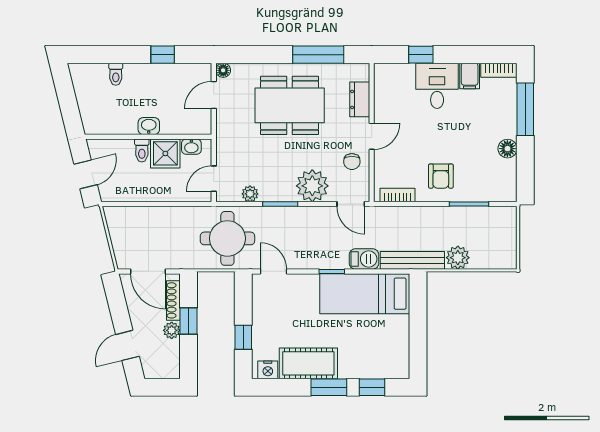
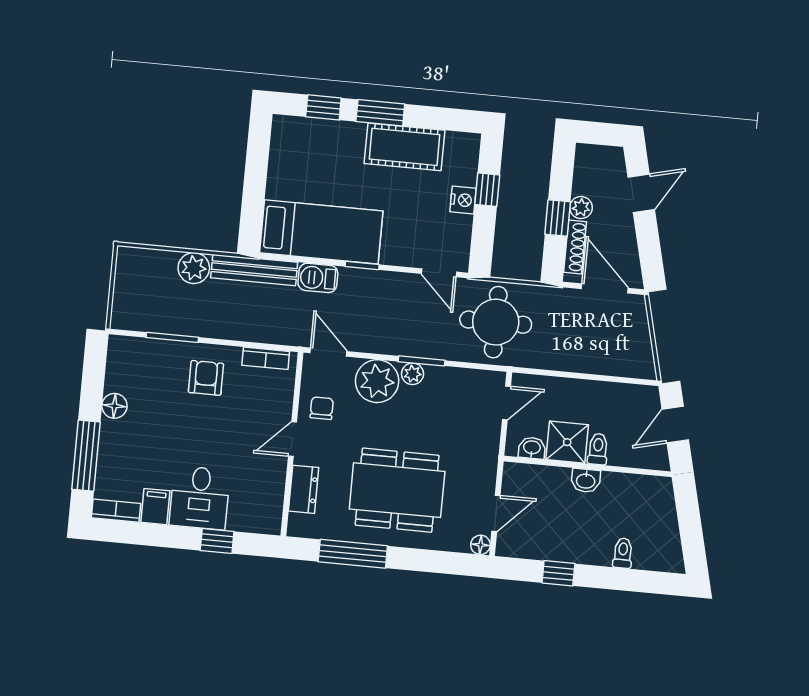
plant: (250, 194) -> (413, 374), moved
nightstand: (268, 370) -> (463, 200), moved, turned 90

